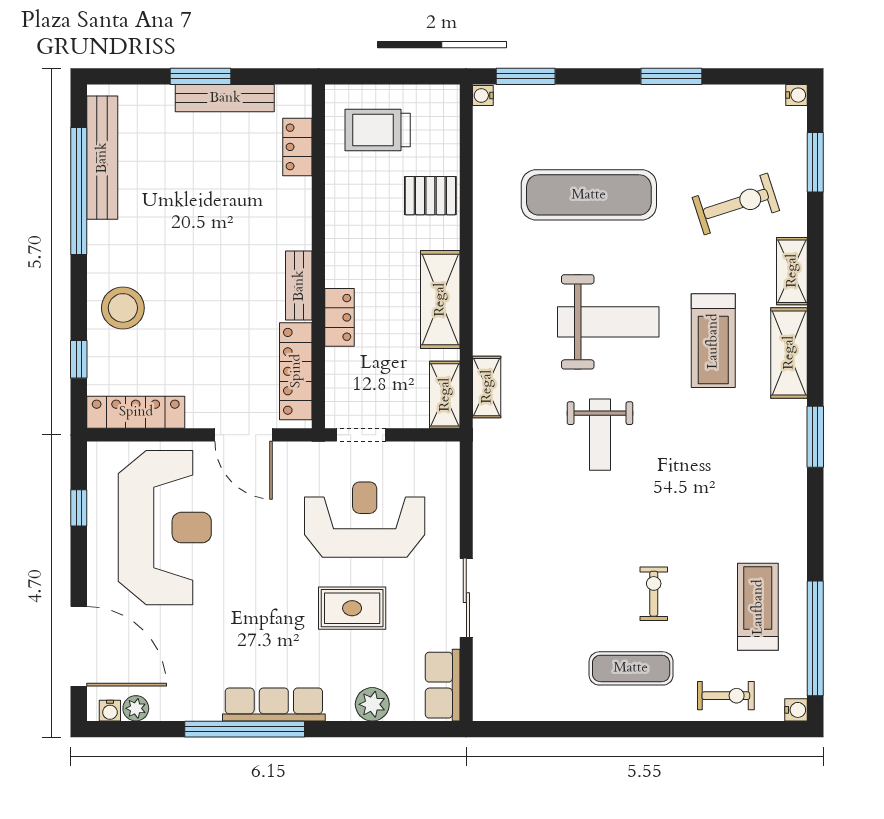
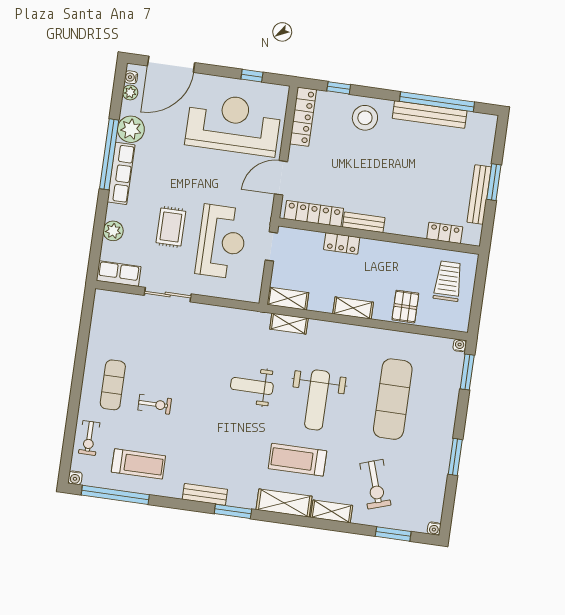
bench: (102, 158) -> (430, 115), moved
shelving: (440, 300) -> (353, 308), width x0.67, depth x0.75
bench: (793, 488) -> (205, 494), added
reception desk: (165, 528) -> (233, 124), turned 180
plant: (197, 698) -> (131, 129), added

